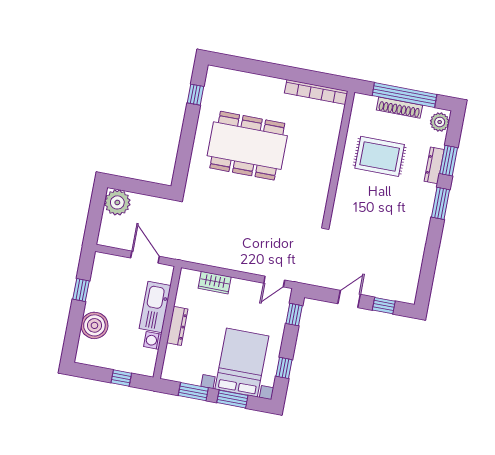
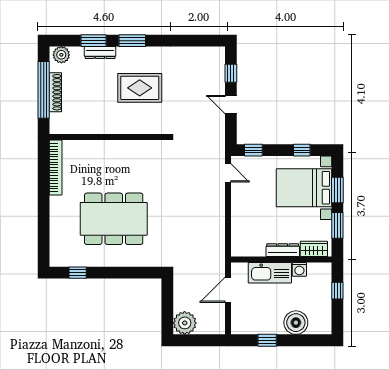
dining table: (247, 146) -> (114, 219), turned 90
rug: (380, 156) -> (140, 88), moved, turned 90
wardrobe: (215, 283) -> (314, 249), moved, turned -90

